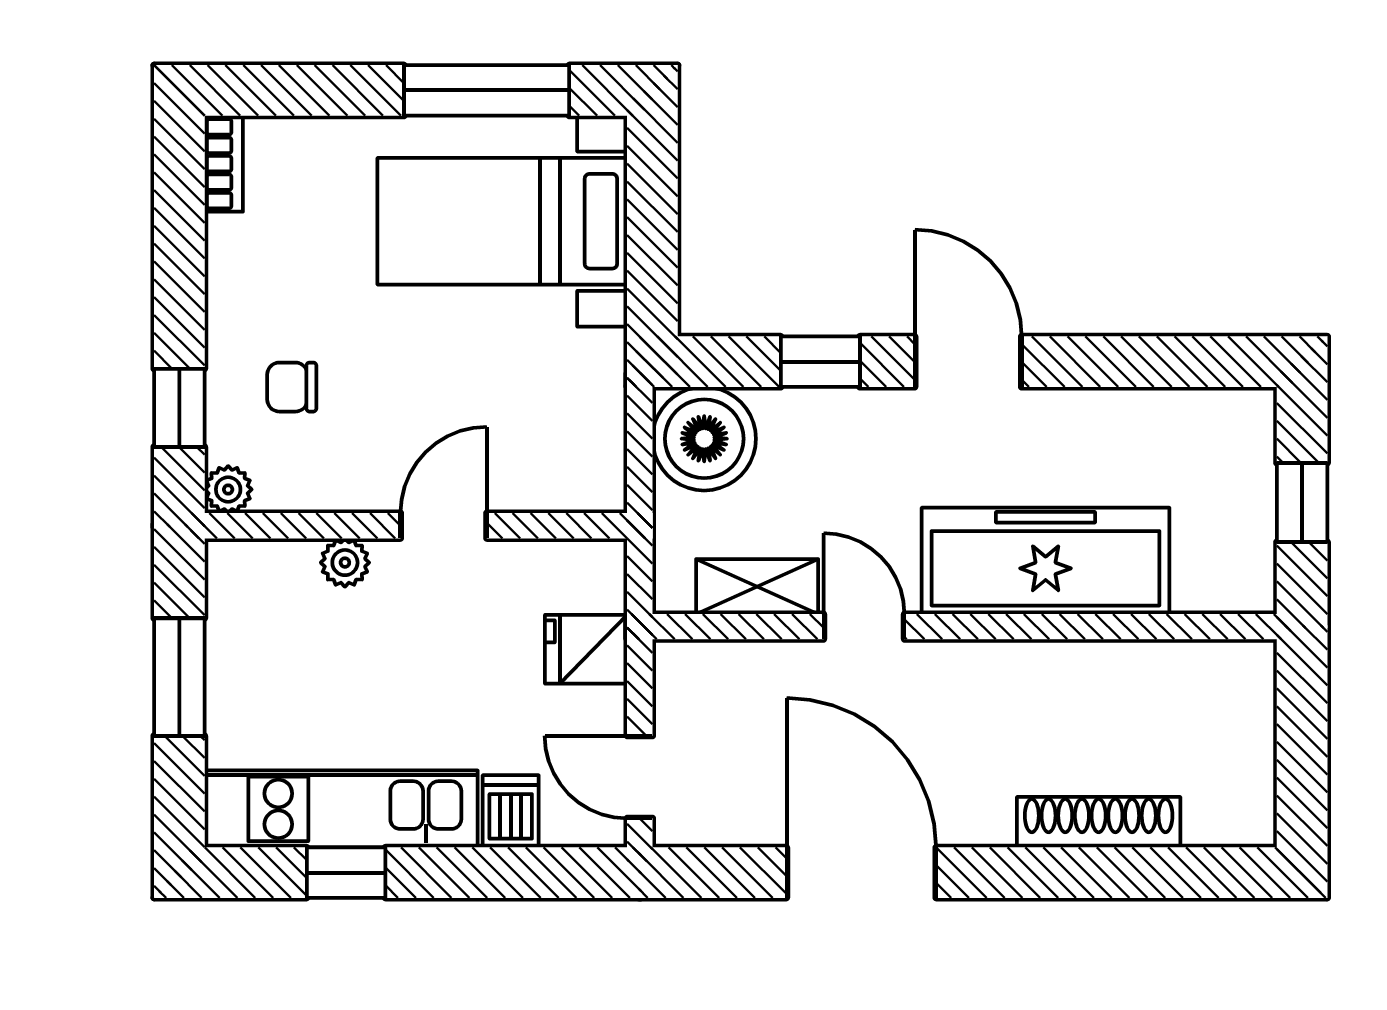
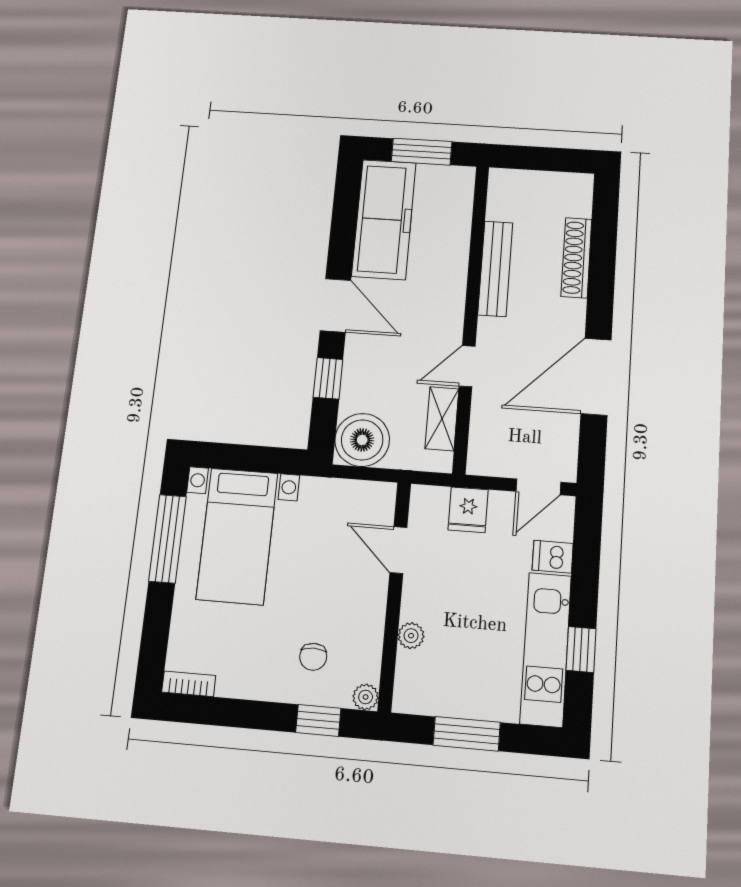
door: (968, 362) -> (335, 305), swing flipped
window: (1302, 502) -> (422, 152), width x1.50
door: (444, 526) -> (398, 550), moved
freezer: (1046, 561) -> (384, 219), moved, turned 180
bench: (1065, 666) -> (495, 269), added

